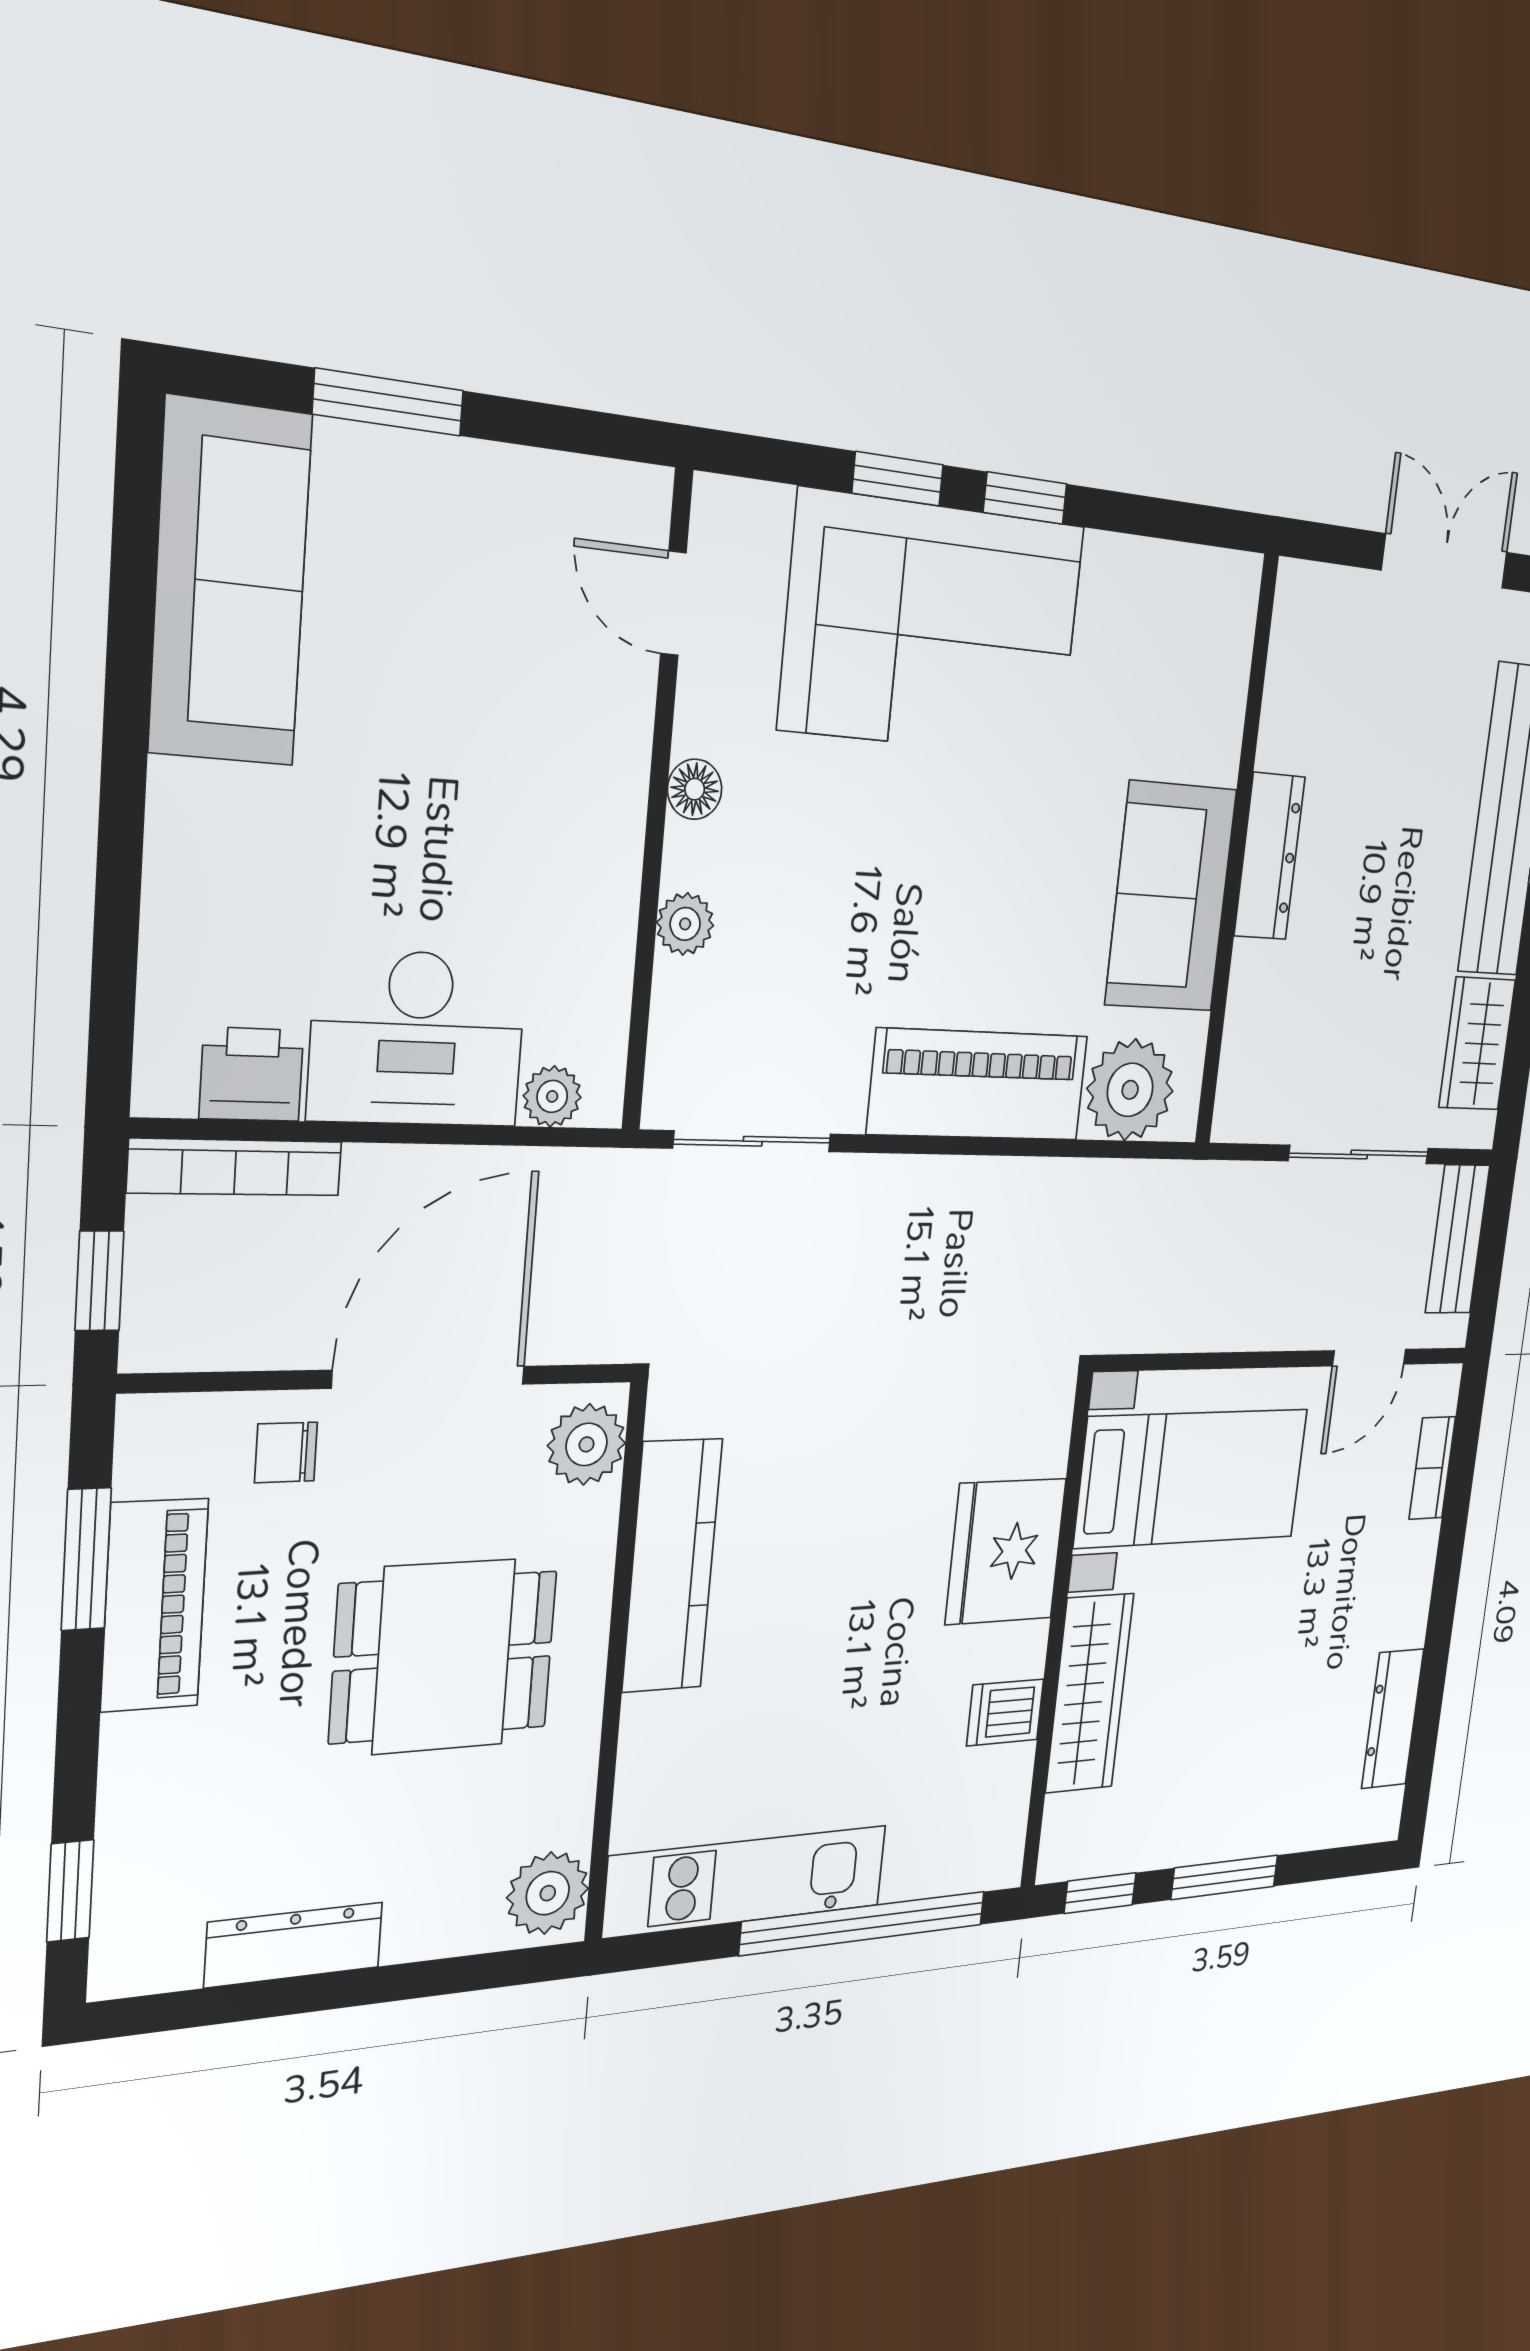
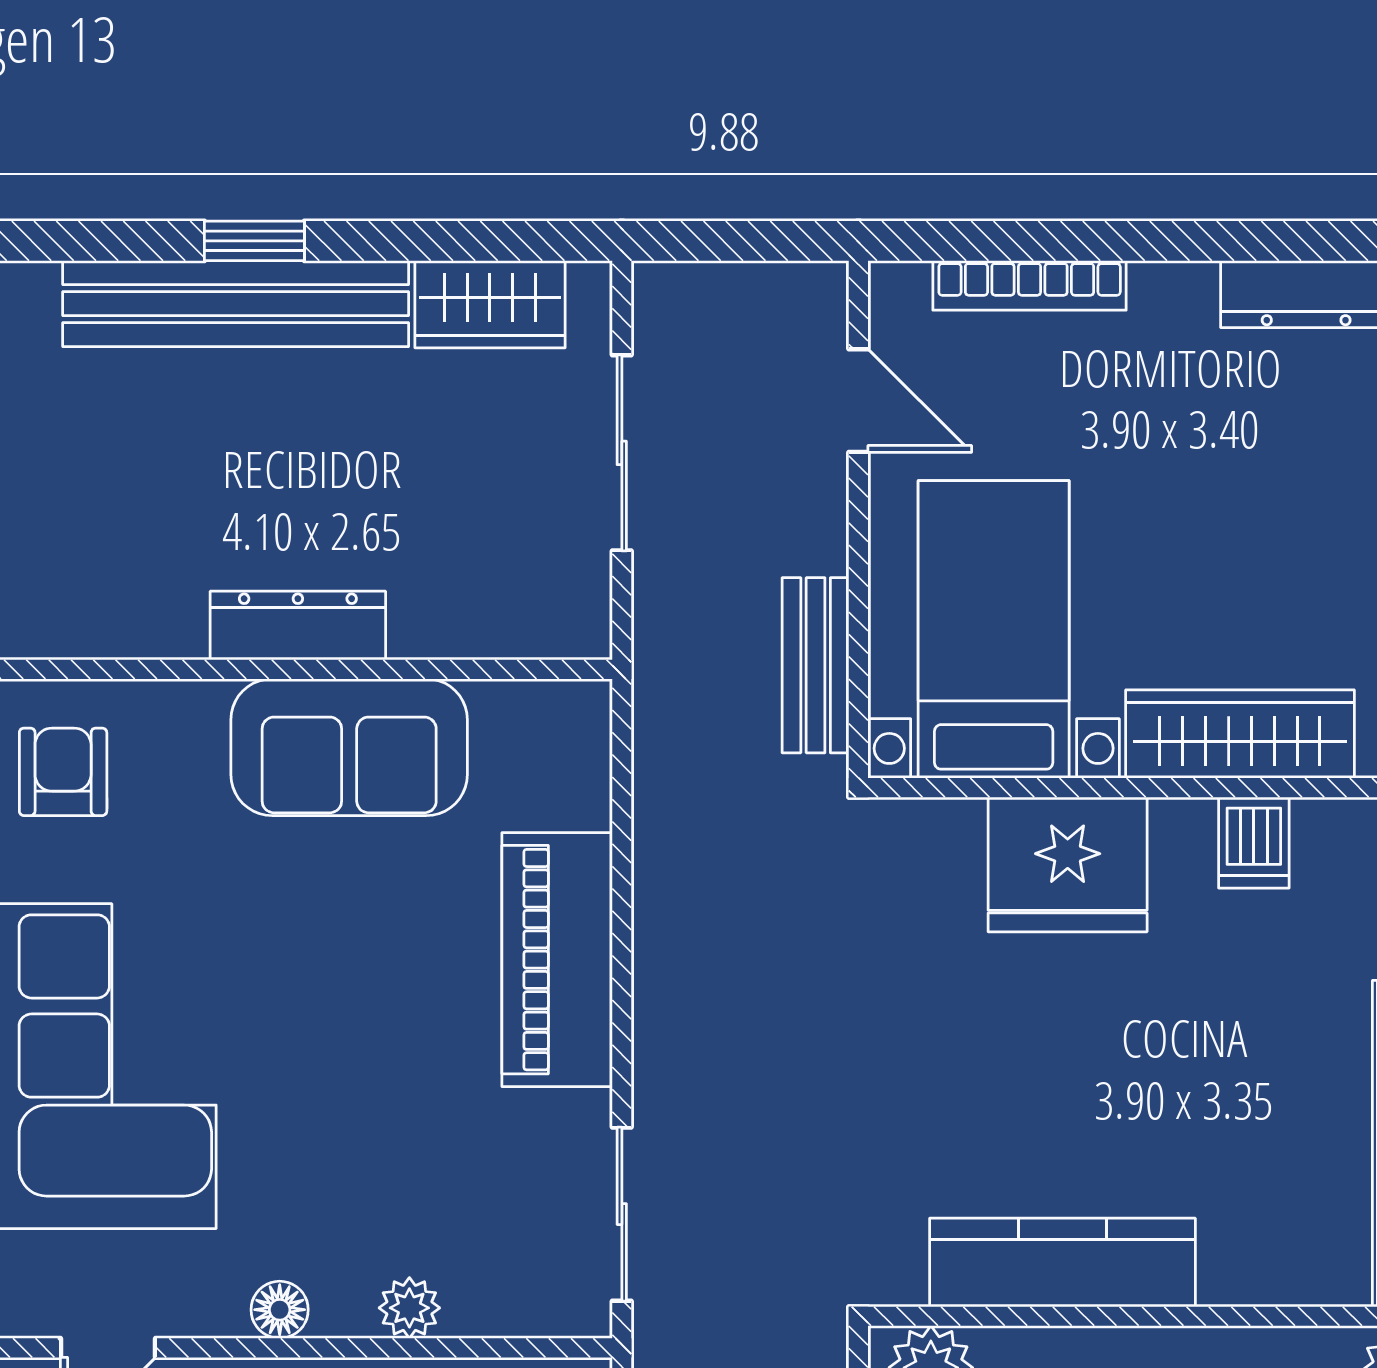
armchair: (1182, 620) -> (63, 772), added
plant: (1130, 1090) -> (557, 771), removed
bench: (1458, 1239) -> (816, 665), moved, turned 90
bookcase: (1432, 1468) -> (1030, 285), width x1.56

